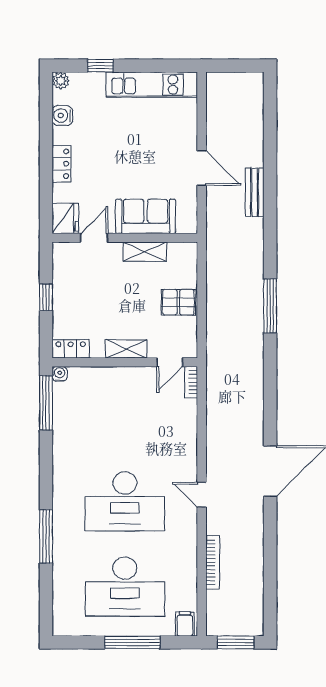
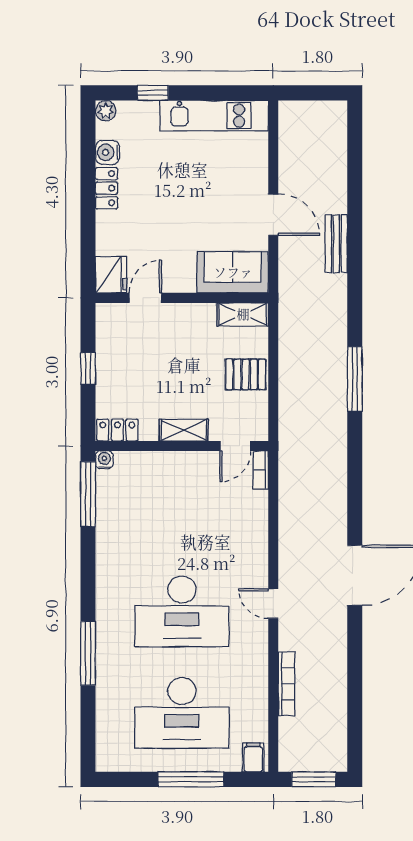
locker: (61, 164) -> (107, 188), moved
sofa: (146, 216) -> (233, 272), moved
shelving: (145, 252) -> (243, 314), moved

